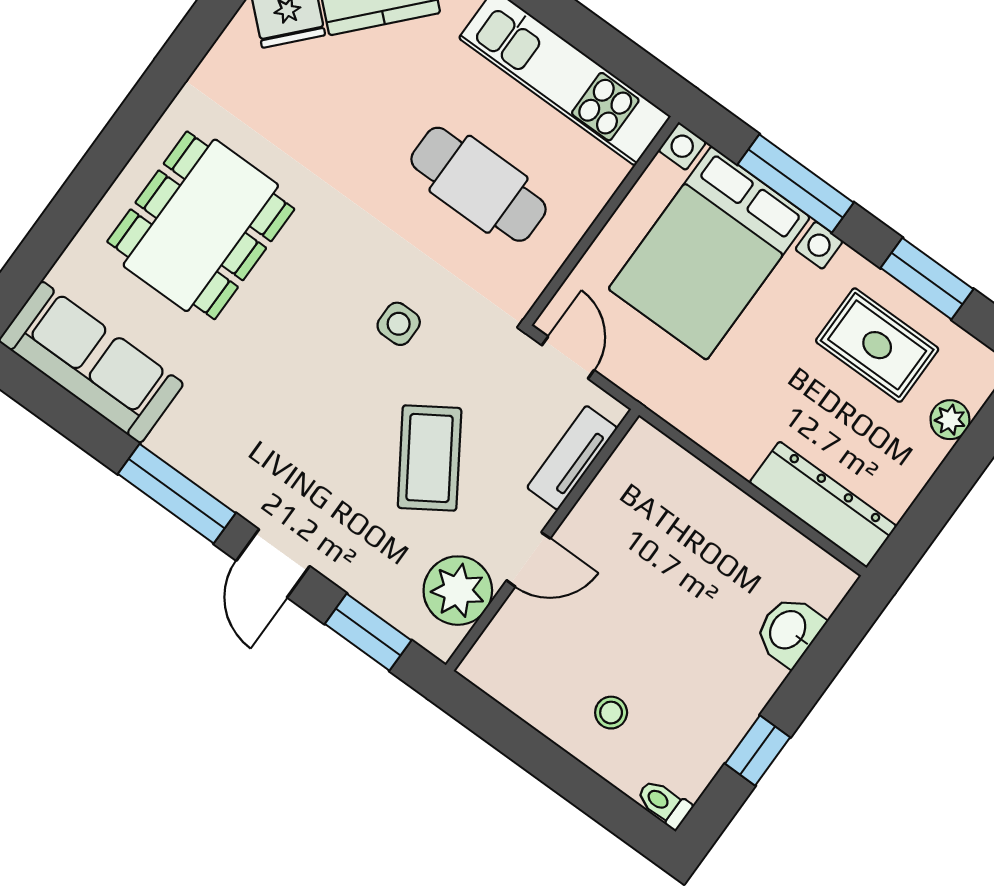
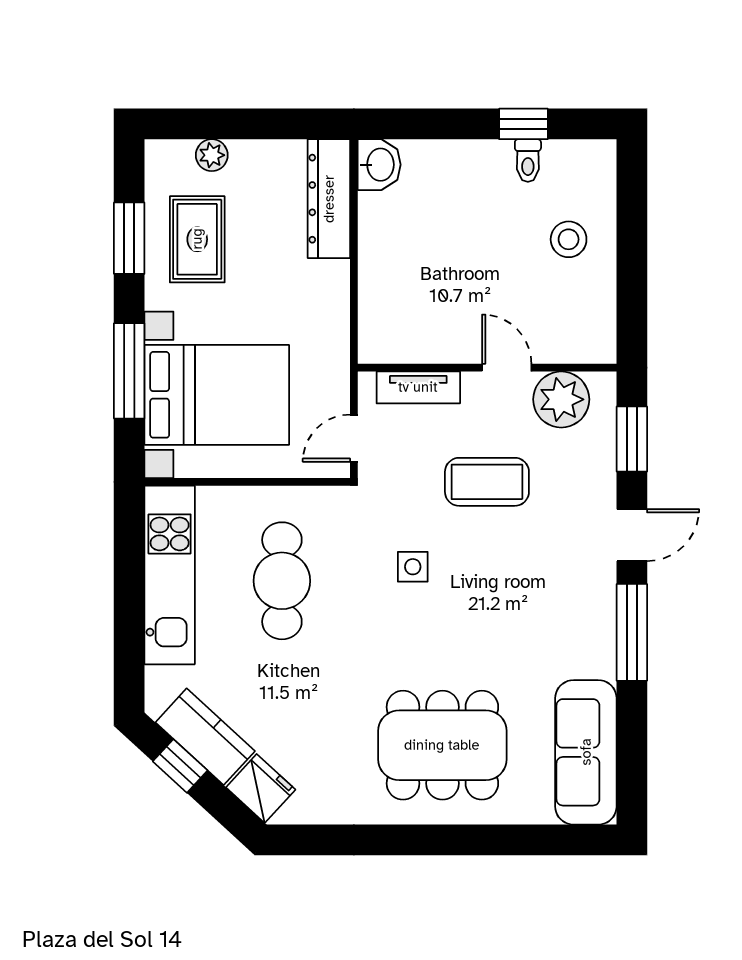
coffee table: (430, 458) -> (487, 482), turned 33
washbasin: (789, 631) -> (379, 165), moved, turned -90
stool: (611, 713) -> (569, 239), width x1.37, depth x1.37
toilet: (664, 804) -> (528, 161), moved

